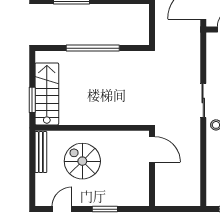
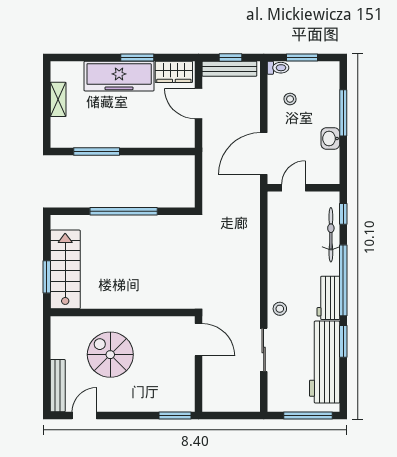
sliding door: (203, 101) -> (264, 350), moved
bench: (41, 152) -> (58, 386), moved
window: (105, 209) -> (175, 416), moved

